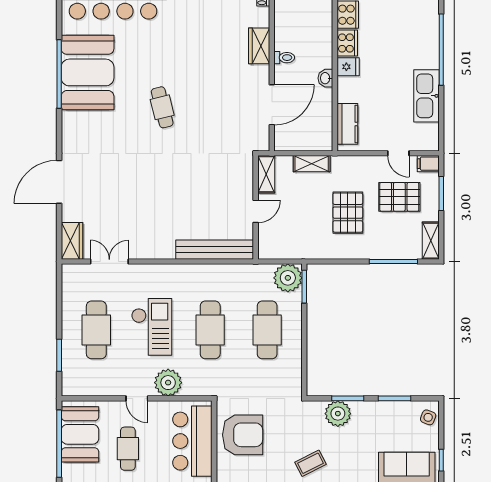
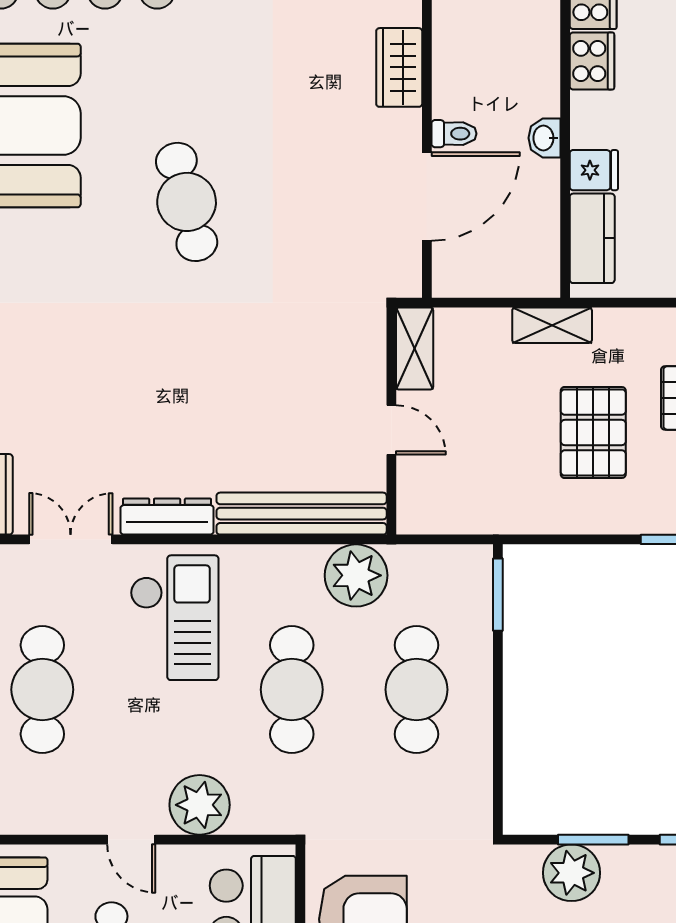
toilet: (284, 58) -> (454, 134), moved
fridge: (348, 67) -> (594, 170), moved
cafe table: (162, 107) -> (187, 202), width x1.37, depth x1.35
shelving: (312, 164) -> (552, 325), moved
door: (256, 211) -> (391, 430), hinge flipped
dresser: (153, 251) -> (167, 517), added
plant: (288, 278) -> (356, 575), moved
checkout: (152, 327) -> (174, 618), moved

